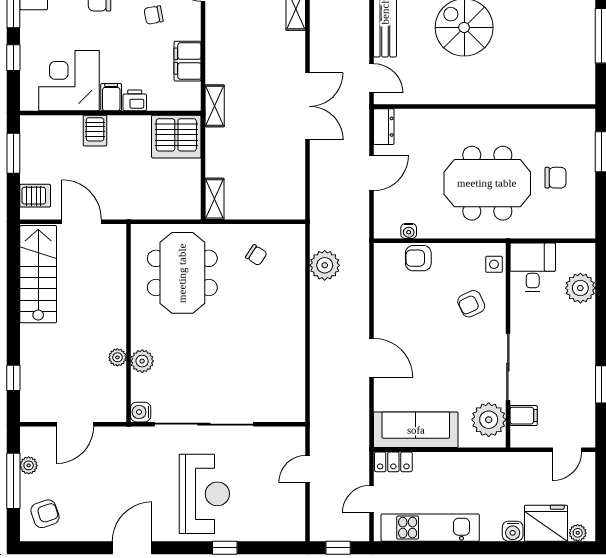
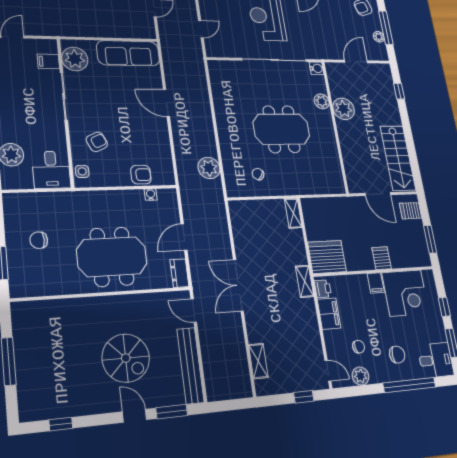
printer: (135, 100) -> (323, 289), moved, turned -90
meeting table: (487, 183) -> (112, 257), moved
meeting table: (182, 273) -> (281, 129), moved, turned 90
plant: (117, 357) -> (344, 109), width x1.88, depth x1.88
locker: (393, 462) -> (142, 32), removed

